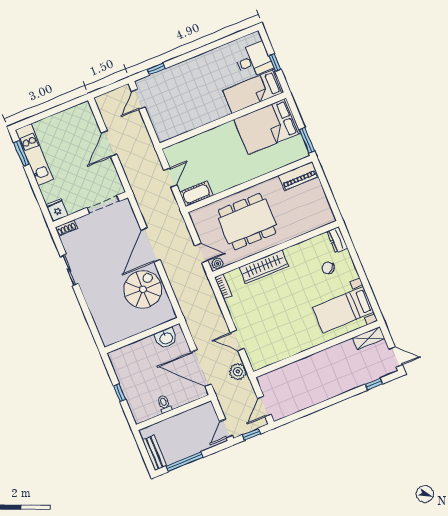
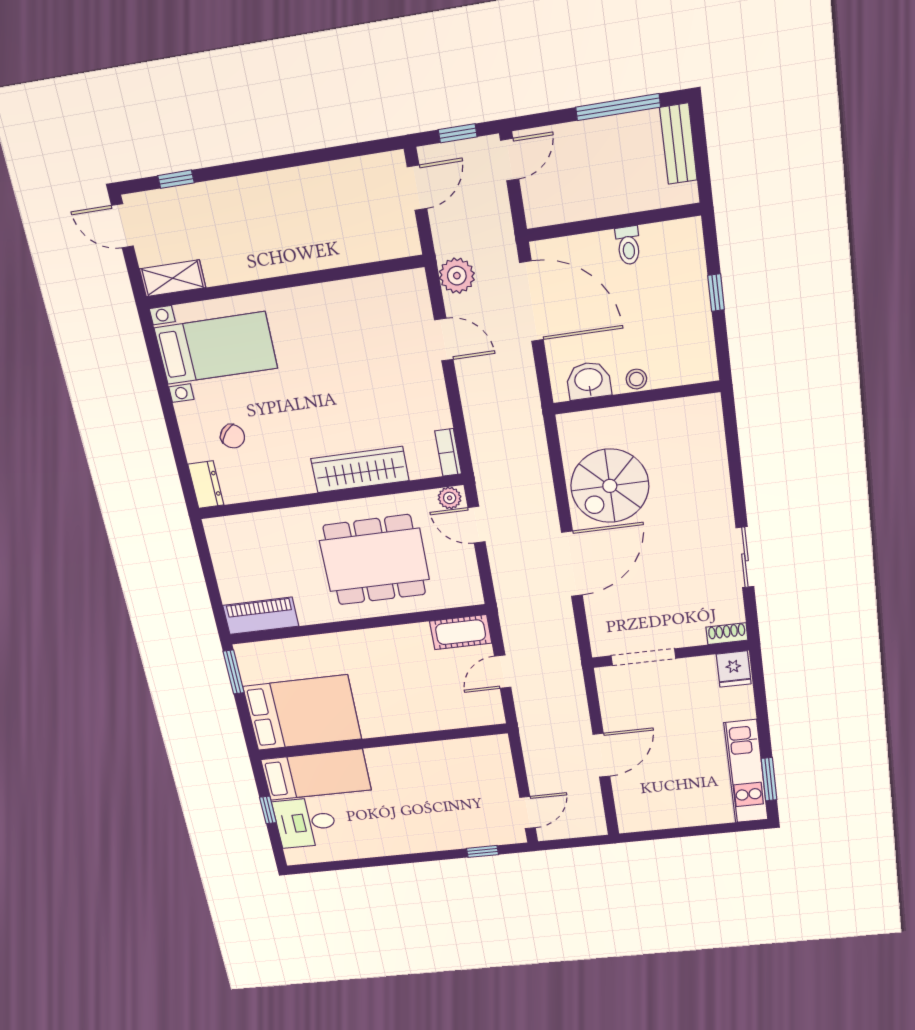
stool: (144, 344) -> (636, 379), added

